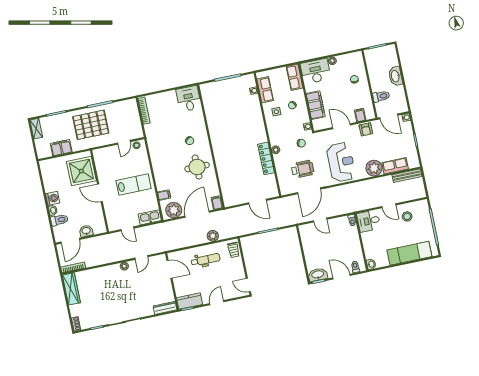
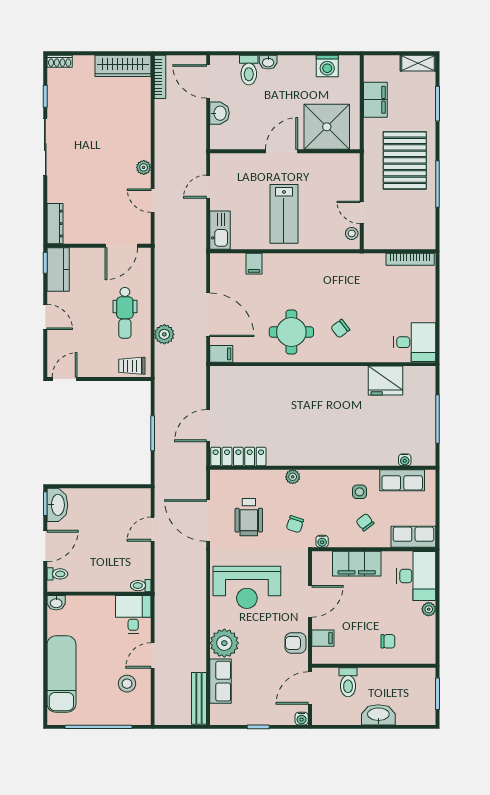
fridge: (213, 110) -> (386, 381), added
locker: (266, 158) -> (238, 457), moved
washing machine: (53, 198) -> (327, 66), moved
plant: (174, 210) -> (224, 275), removed

